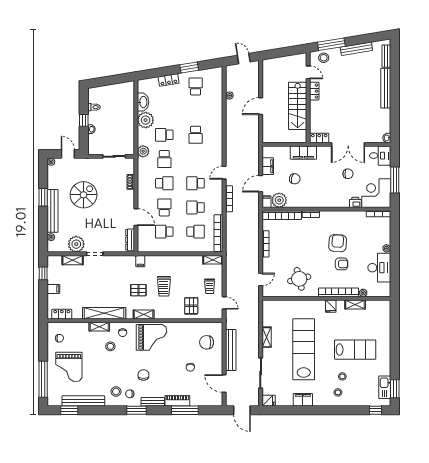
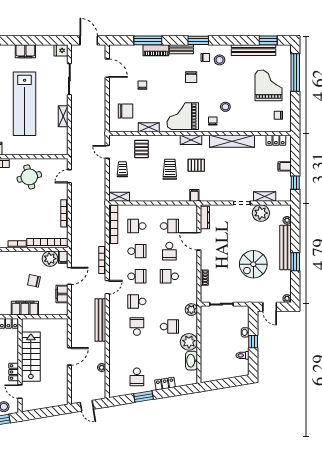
school desk: (164, 159) -> (137, 301), moved, turned -90
shelving: (99, 327) -> (149, 127), moved
bench: (231, 350) -> (100, 320), moved

